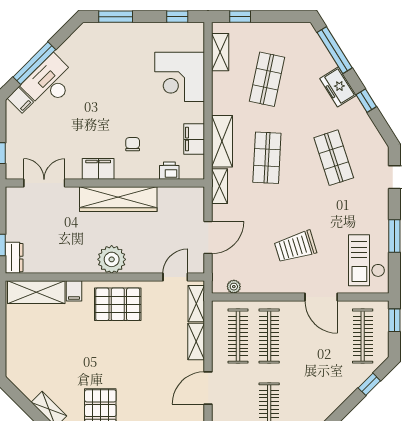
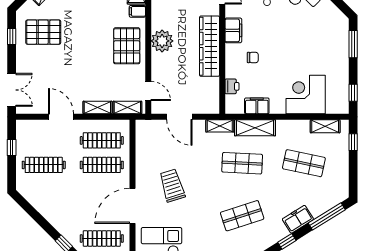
plant: (234, 287) -> (141, 137), removed
door: (321, 297) -> (133, 206), width x1.36

